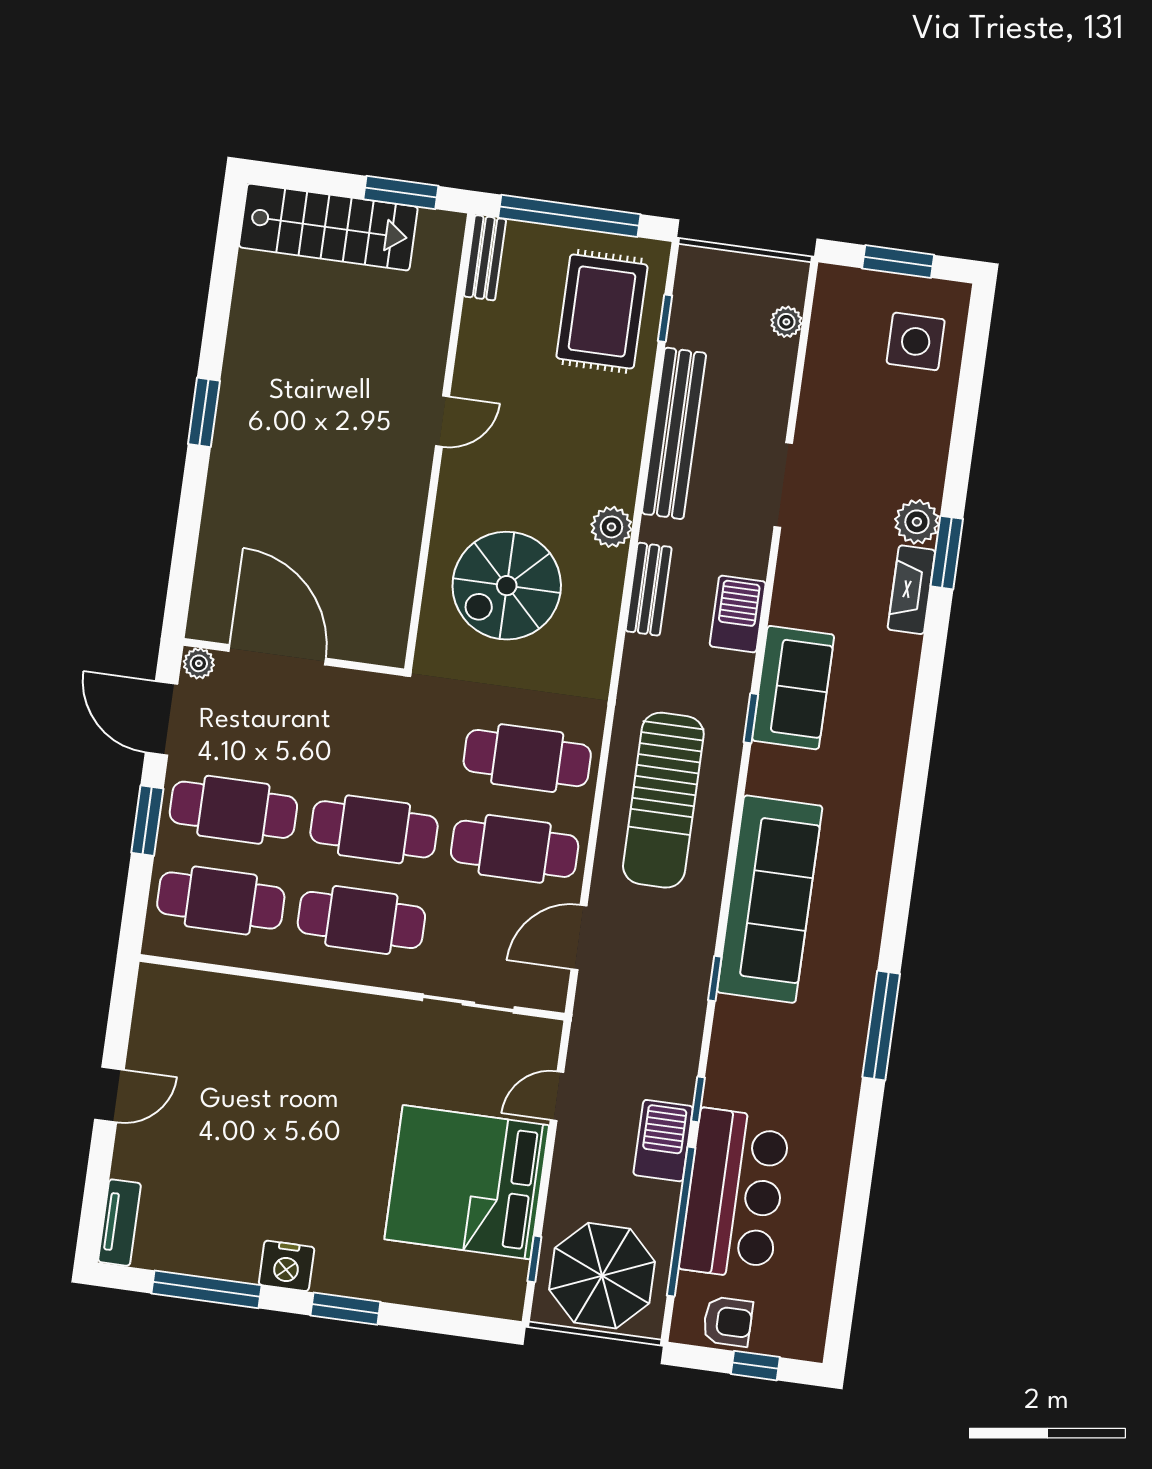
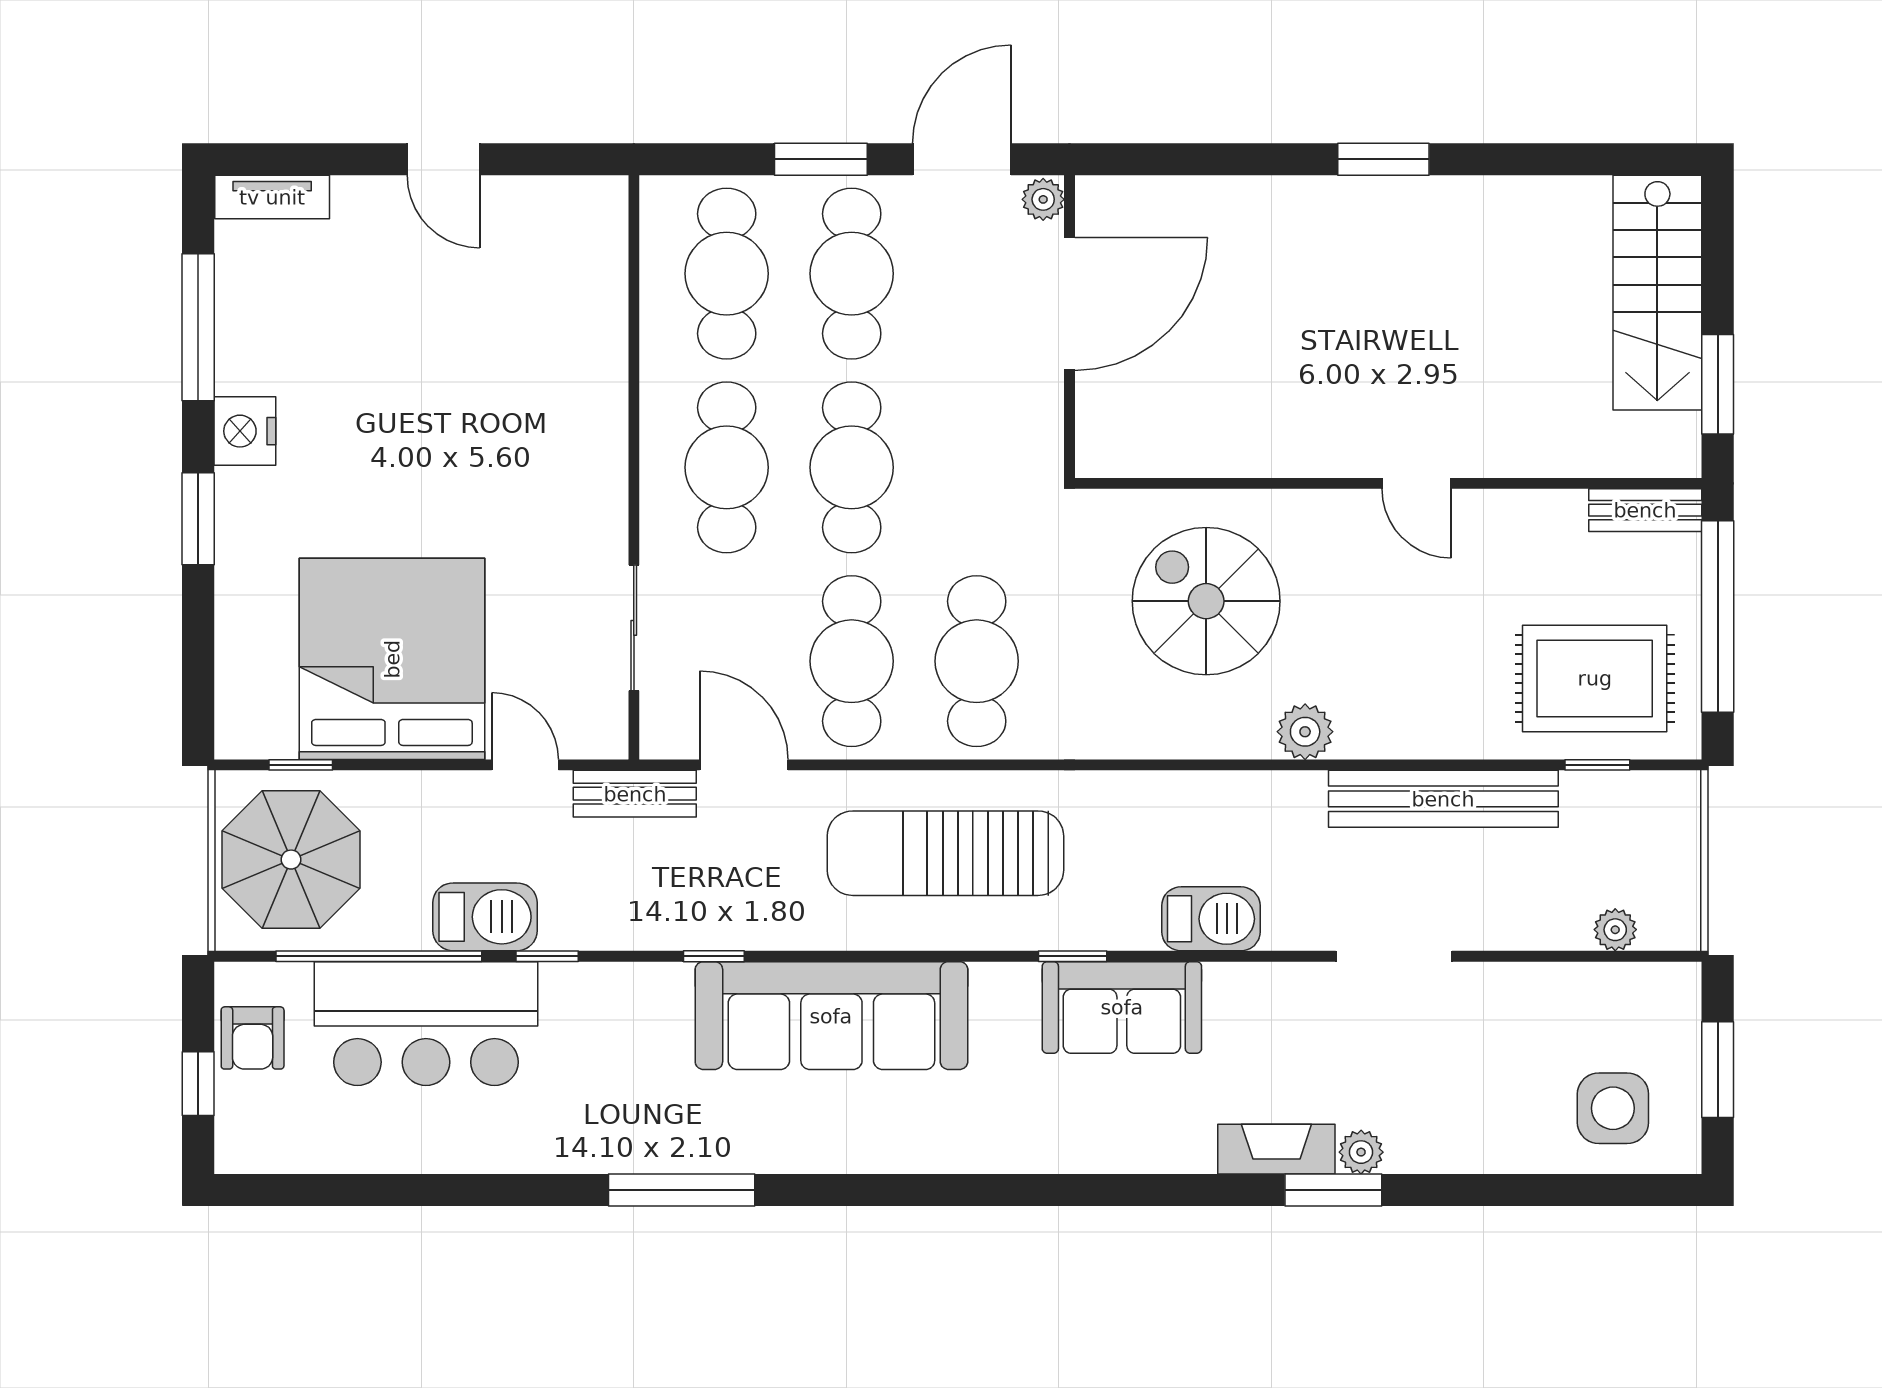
plant: (917, 522) -> (1361, 1152), width x0.73, depth x0.73
bench: (649, 589) -> (635, 794), moved

